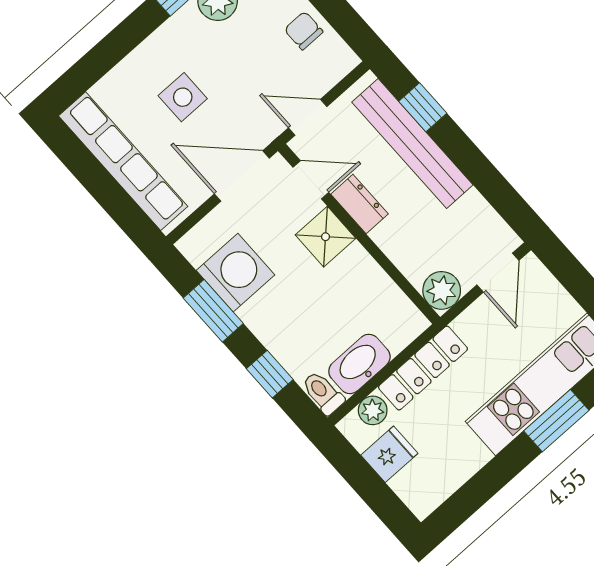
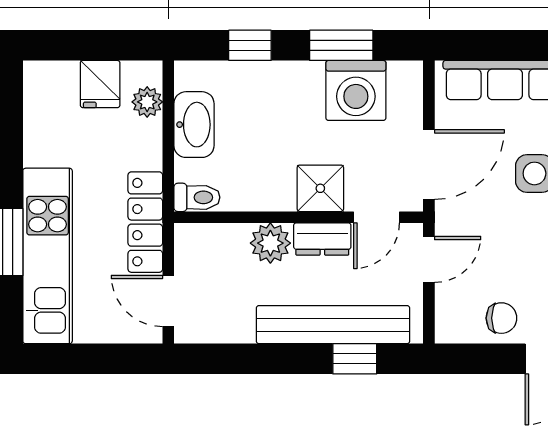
plant: (442, 290) -> (270, 243), moved
locker: (423, 368) -> (145, 222), moved
toilet: (323, 393) -> (197, 197), moved

